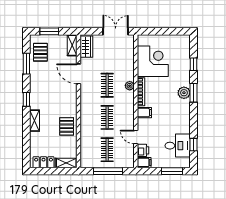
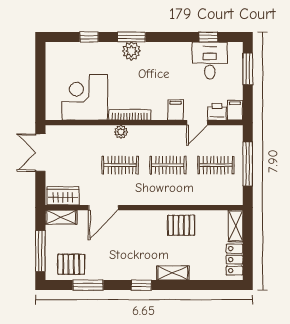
window: (49, 31) -> (40, 251), width x1.44
filing cabinet: (144, 113) -> (176, 110), moved

